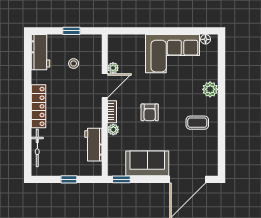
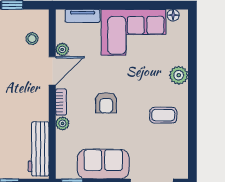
tv unit: (130, 40) -> (83, 16), added
stool: (74, 63) -> (32, 39), moved
workbench: (93, 145) -> (39, 149), width x1.38

